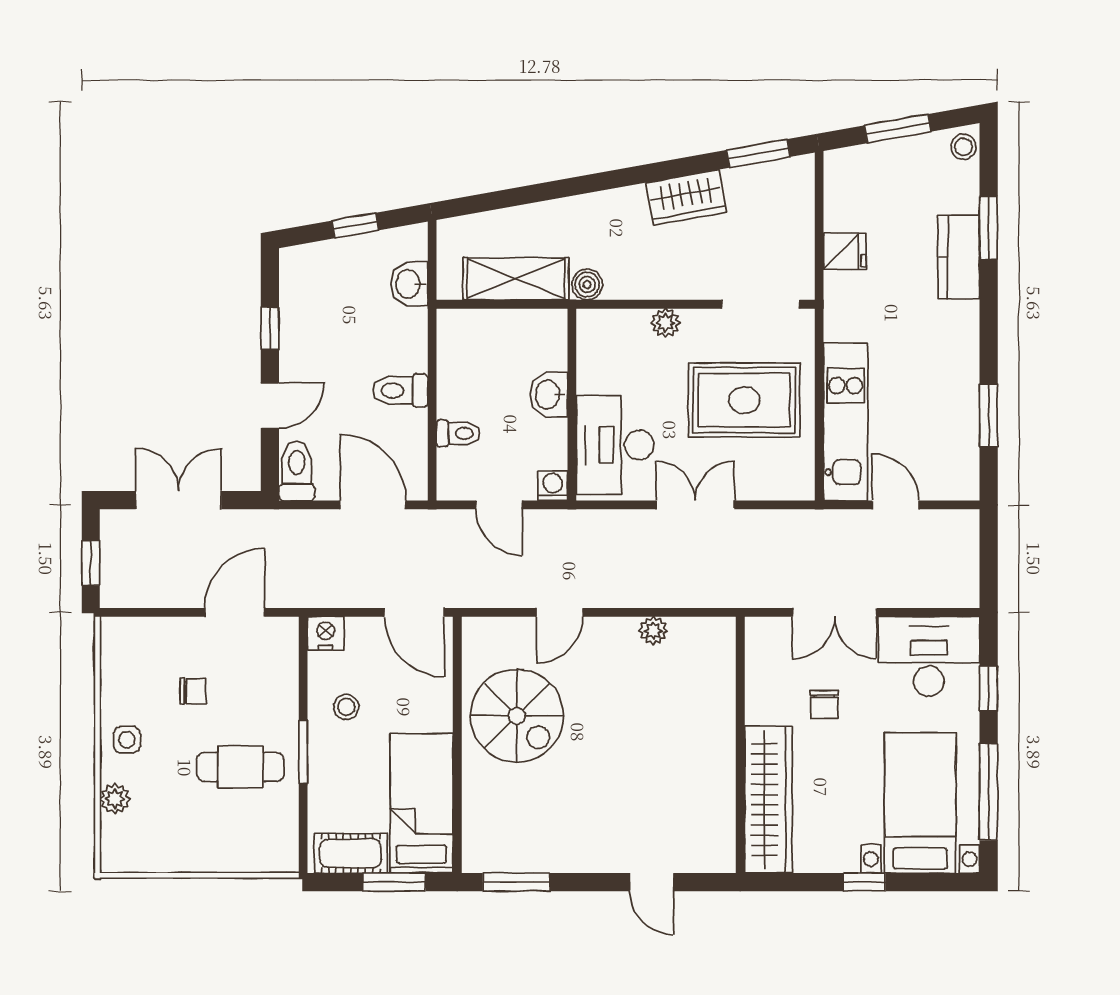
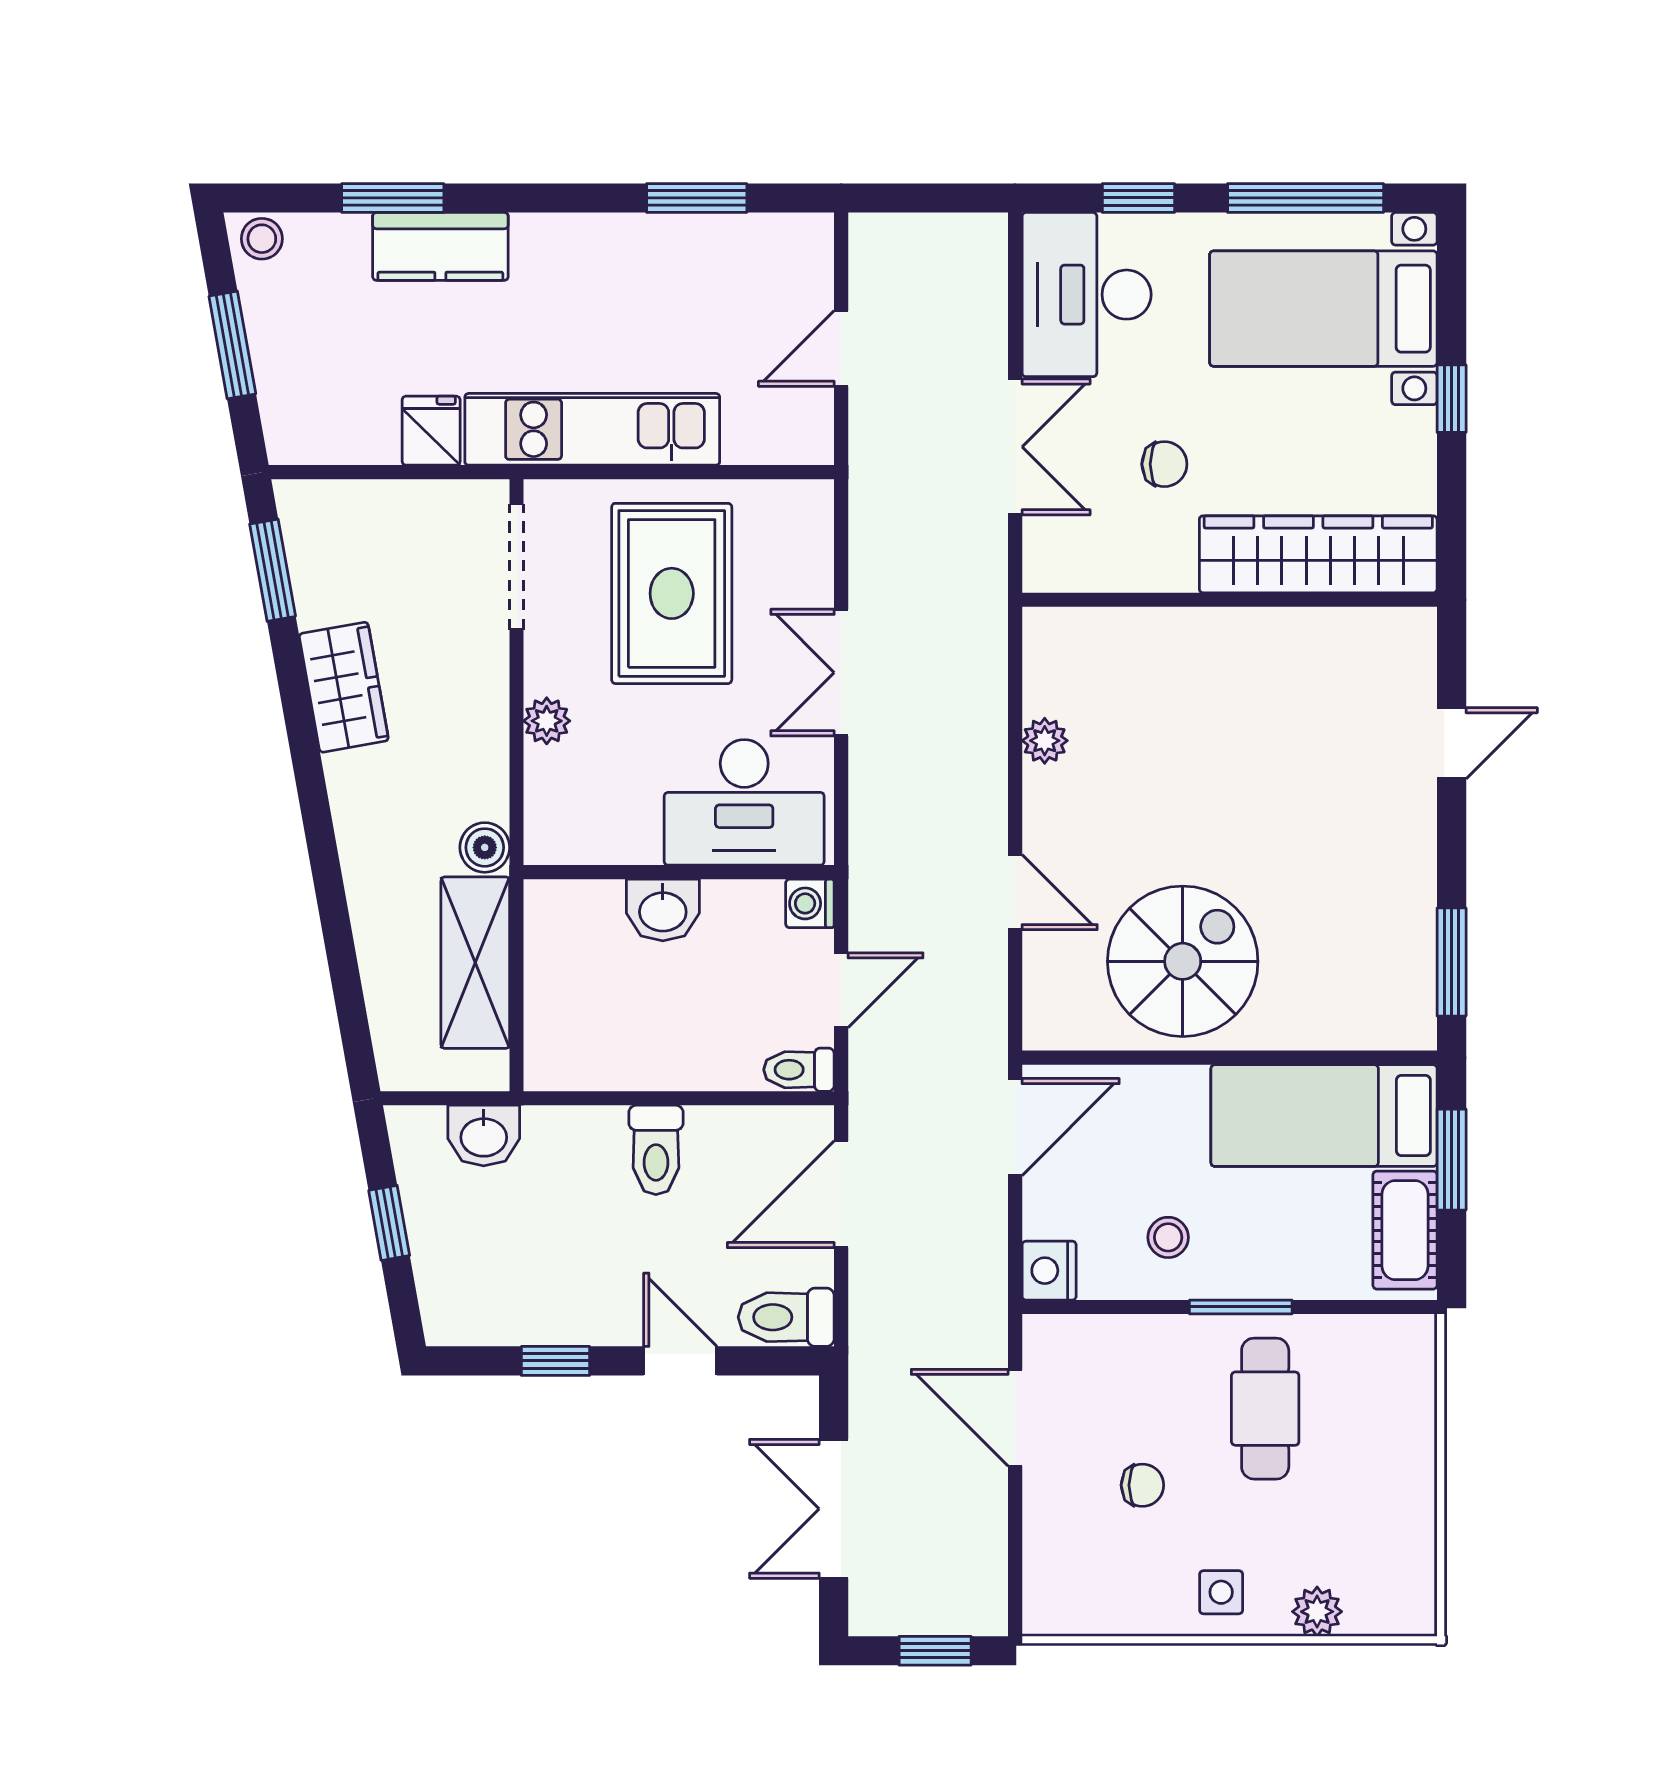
kitchen unit: (846, 422) -> (592, 429), moved
toilet: (458, 433) -> (799, 1070), moved, turned -90
chair: (193, 691) -> (1142, 1485), turned 90

